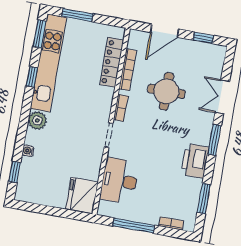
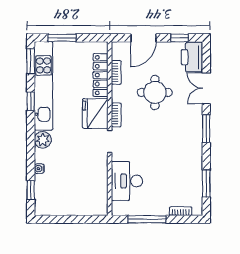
bookcase: (128, 70) -> (116, 72), width x0.64
printer: (195, 161) -> (192, 57), moved
fridge: (82, 195) -> (95, 113), moved

